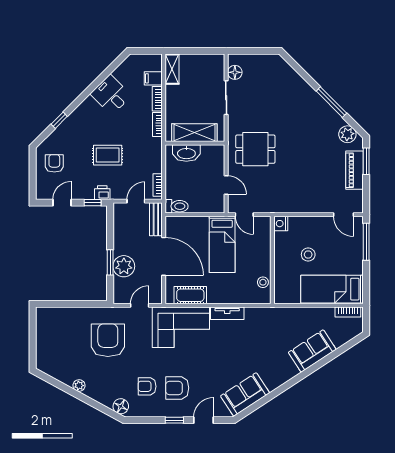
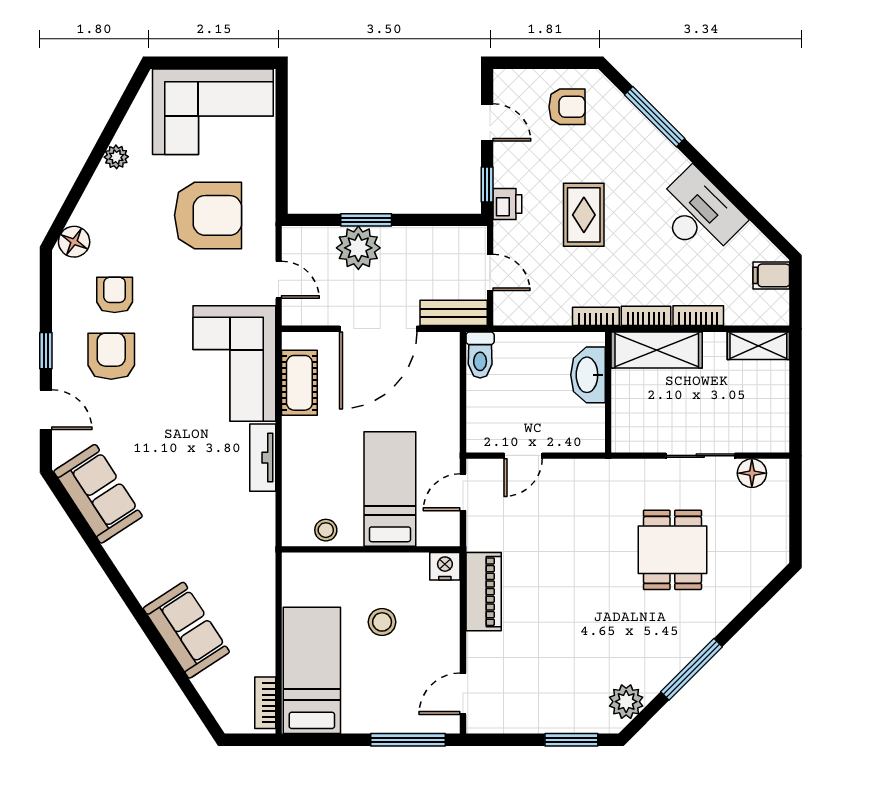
filing cabinet: (153, 78) -> (771, 275), moved, turned -90
desk: (111, 95) -> (699, 214), width x1.37
window: (59, 120) -> (655, 117), width x2.17
shelving: (194, 133) -> (657, 350), moved, turned 90
dining table: (255, 149) -> (672, 550), moved
piano: (355, 170) -> (484, 592), moved, turned 90
bookcase: (158, 185) -> (596, 316), moved
bed: (222, 244) -> (390, 489), moved, turned 90
corner sofa: (57, 338) -> (213, 112), added

